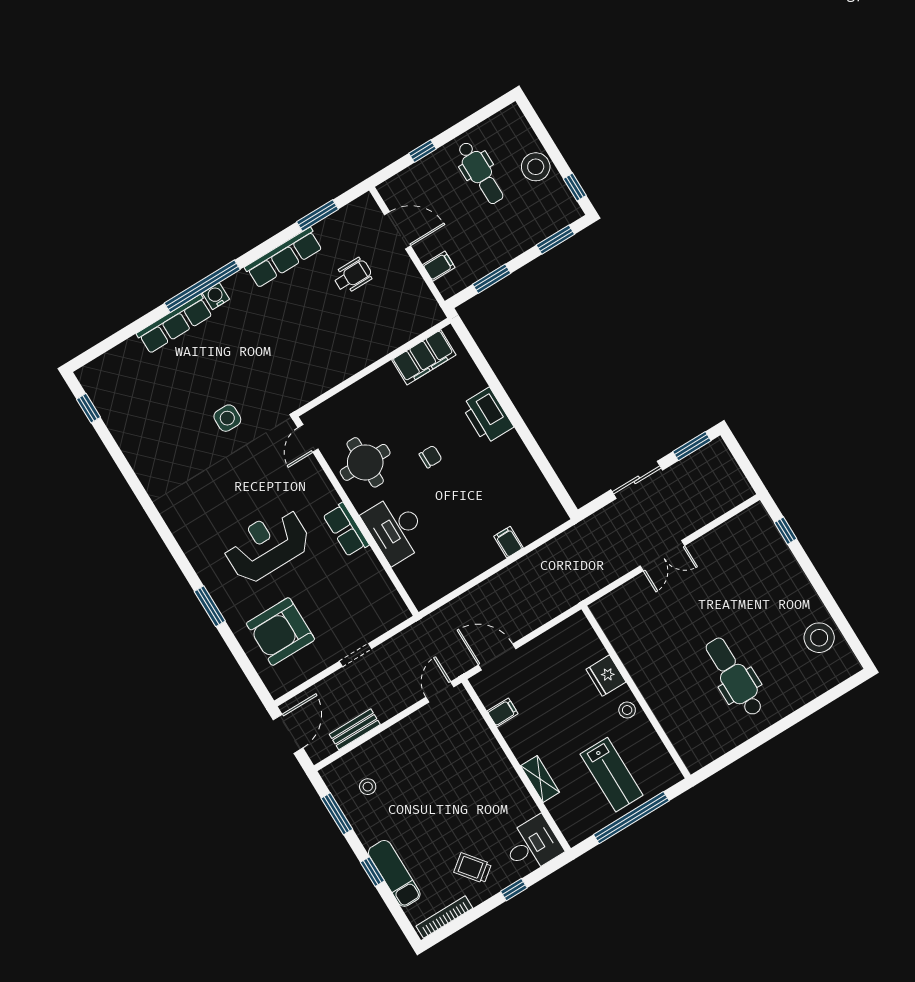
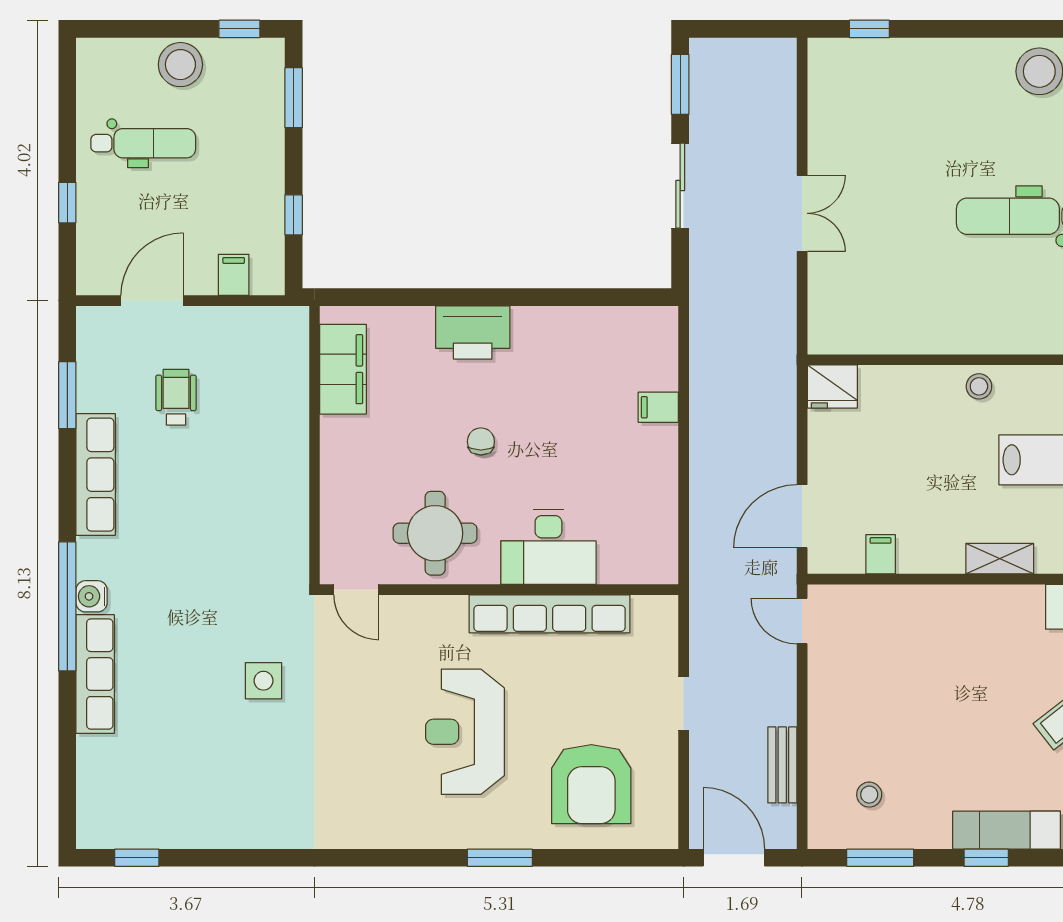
window: (492, 279) -> (294, 215), width x0.67
row of seats: (346, 530) -> (550, 614), width x2.02
fridge: (606, 676) -> (832, 386), moved

